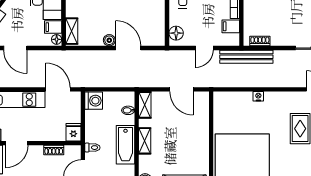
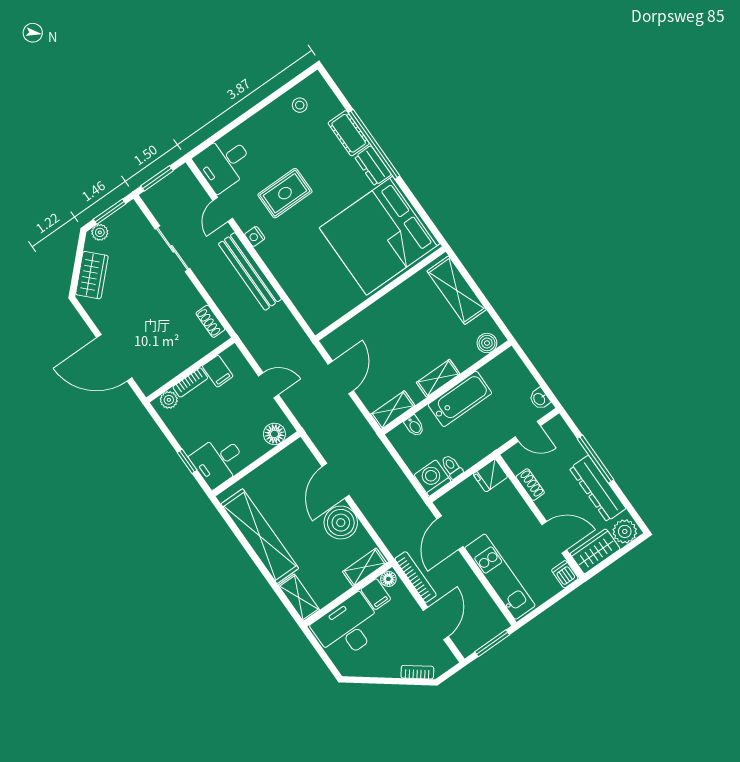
boiler: (109, 40) -> (341, 523), width x1.86, depth x1.86
bookcase: (47, 55) -> (416, 577), added
bench: (246, 57) -> (250, 271), moved
nightstand: (258, 96) -> (255, 236), moved
toilet: (92, 148) -> (452, 467), moved

